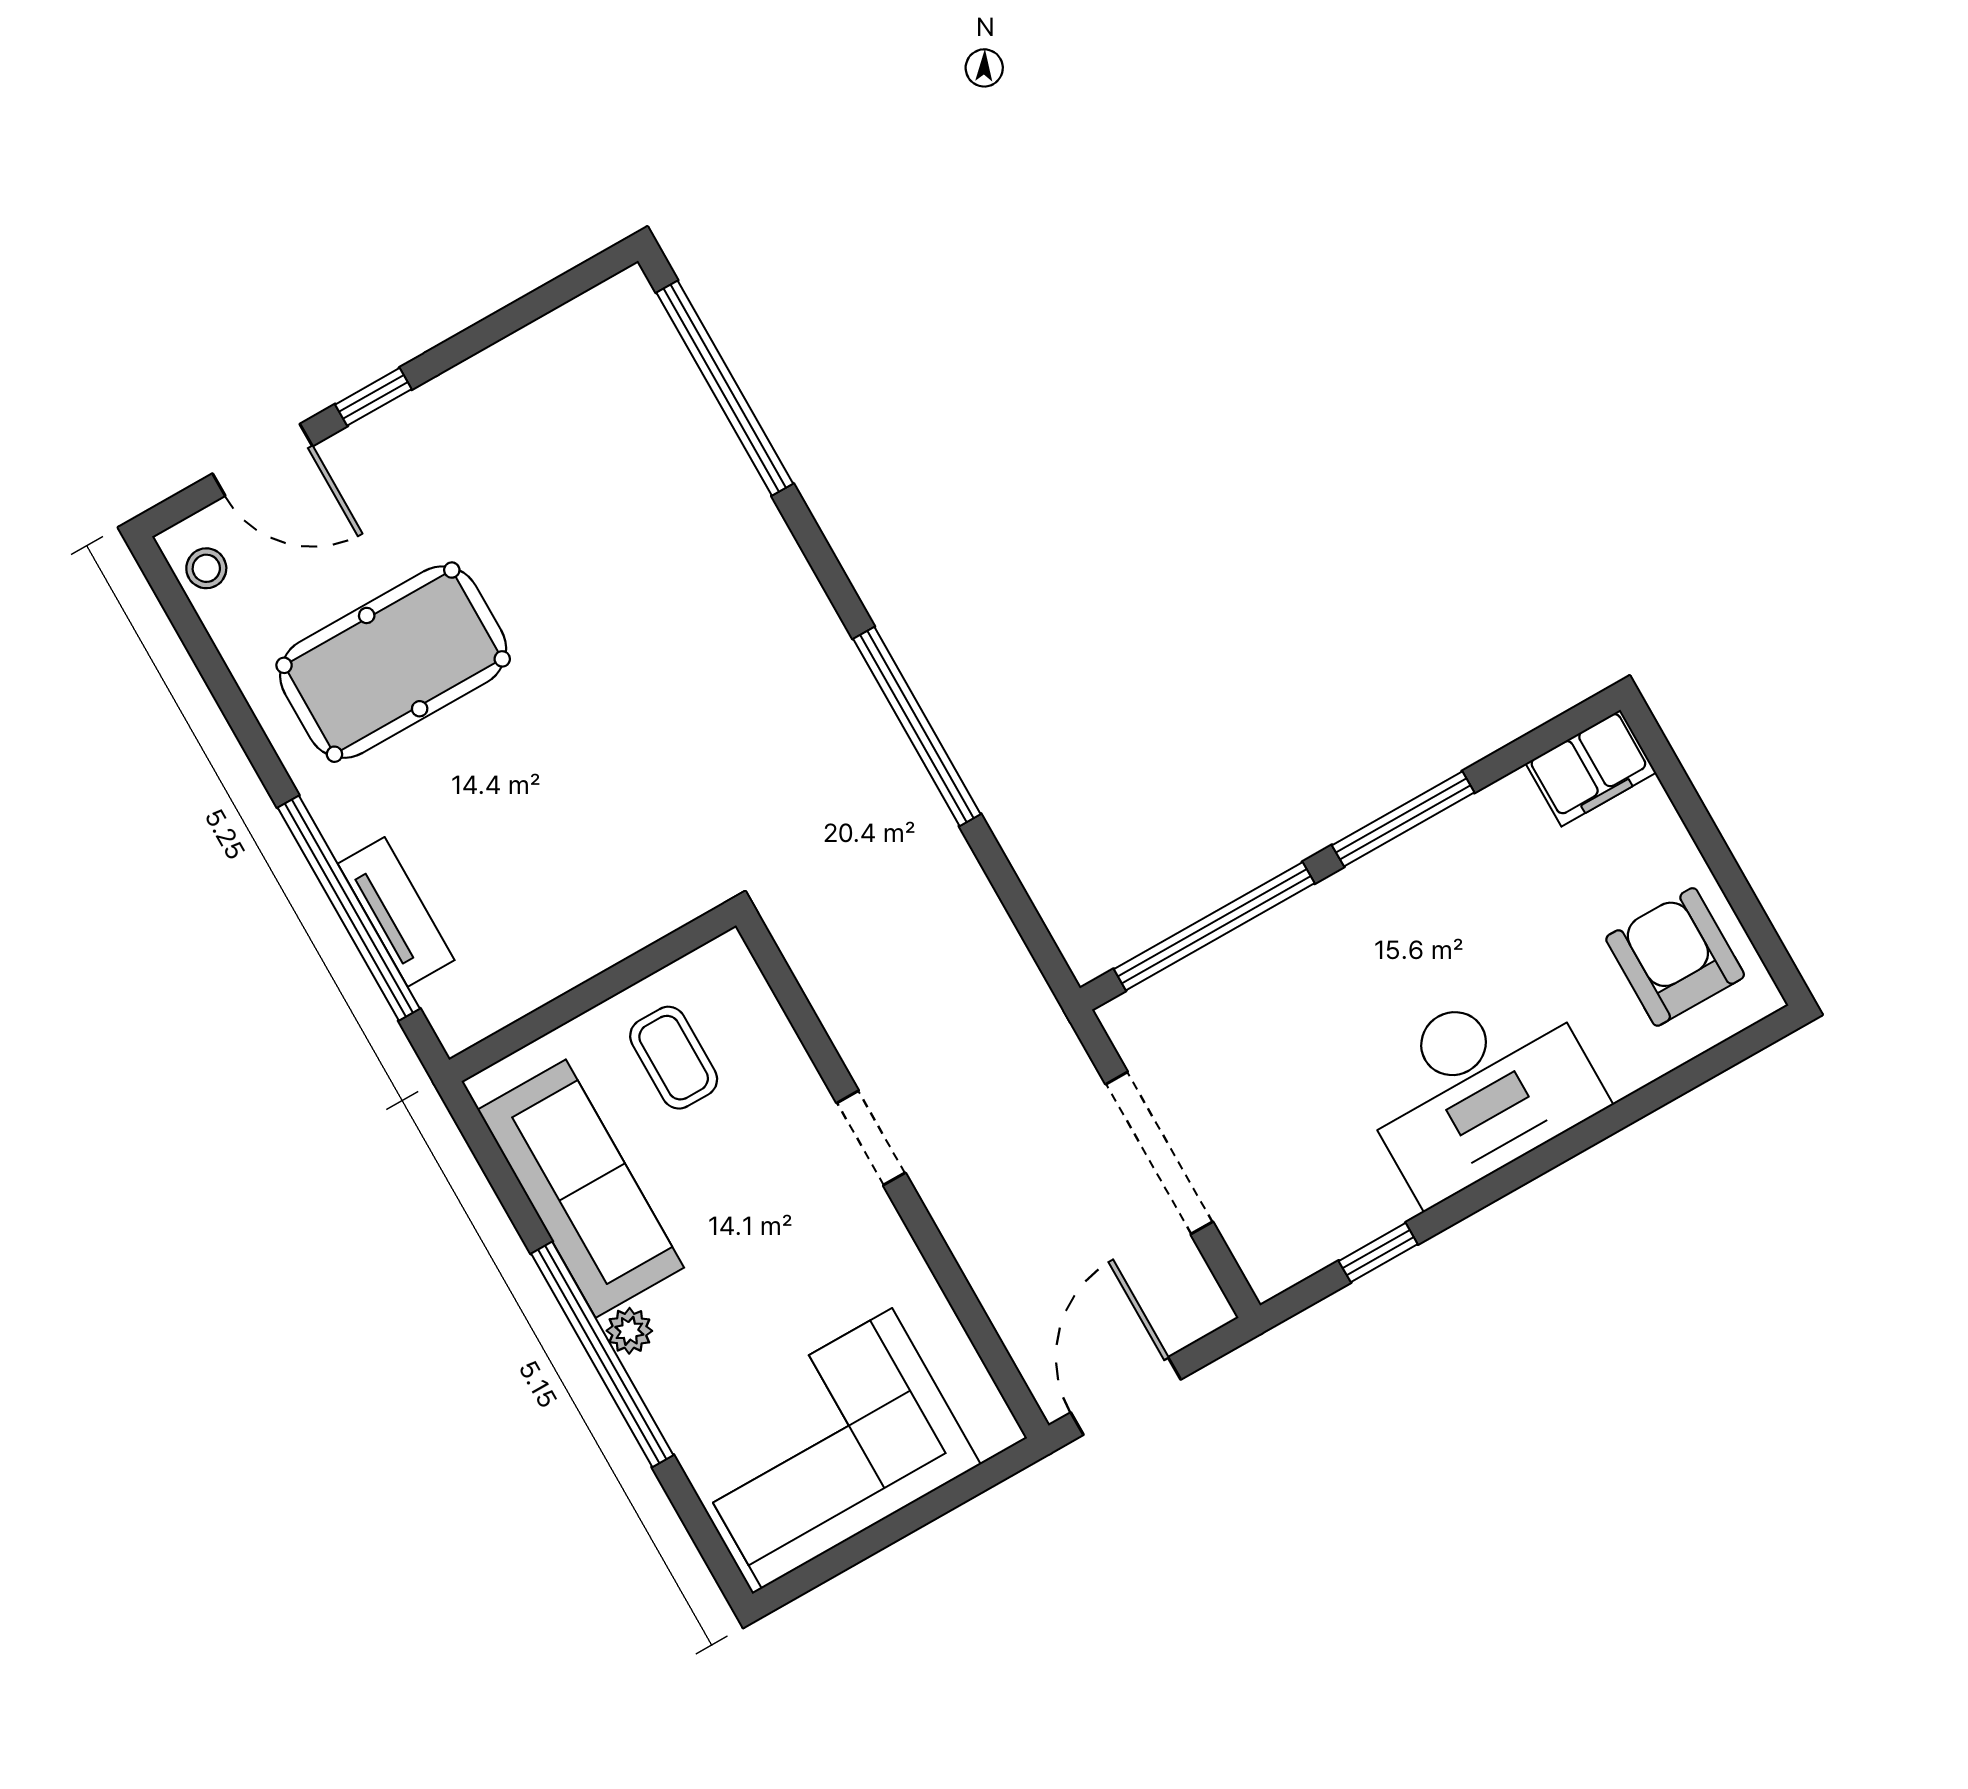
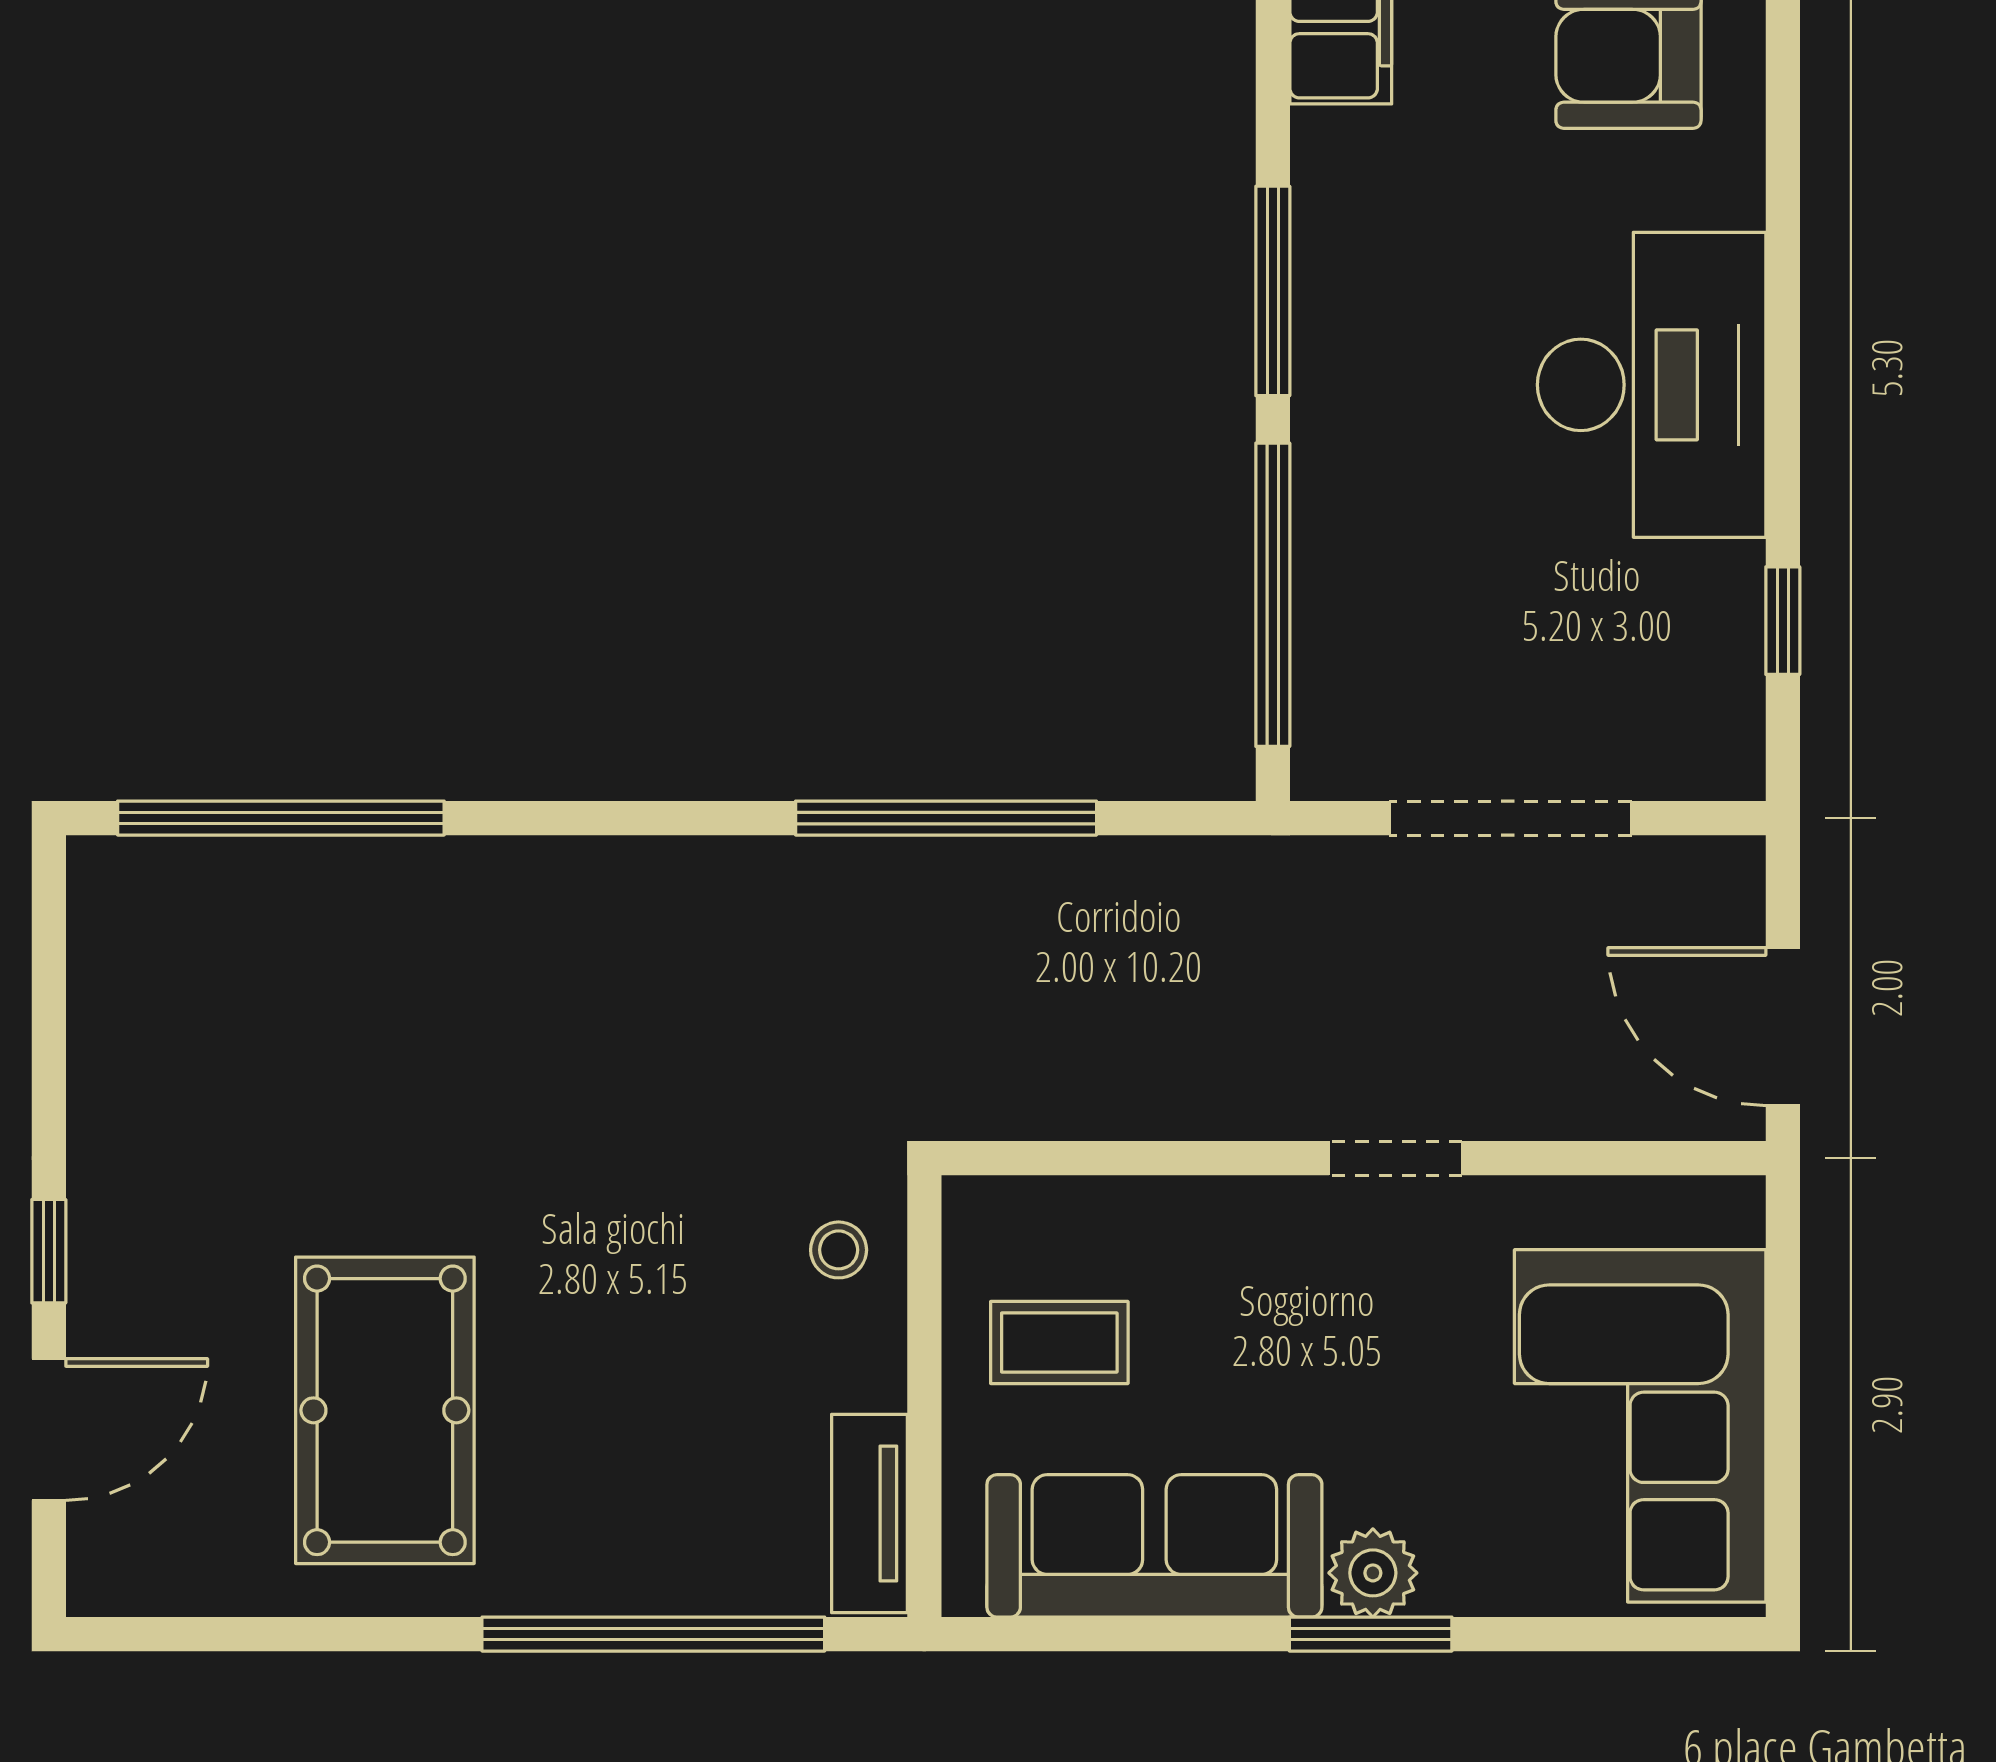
stool: (206, 568) -> (839, 1250), moved
window: (917, 726) -> (946, 818), moved
tv unit: (396, 912) -> (869, 1513), moved, turned -90
doorway: (871, 1138) -> (1396, 1158), moved
plant: (629, 1331) -> (1373, 1573), width x1.38, depth x1.38
window: (602, 1354) -> (1371, 1634), width x0.47

